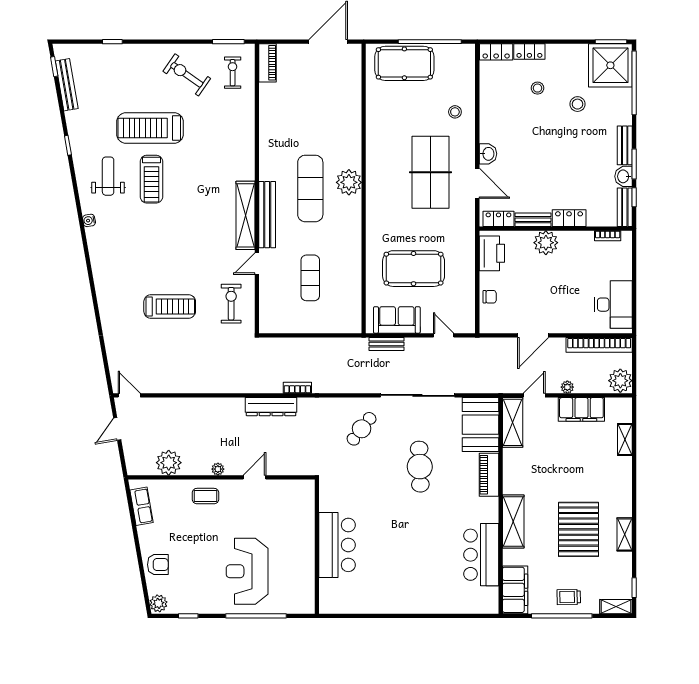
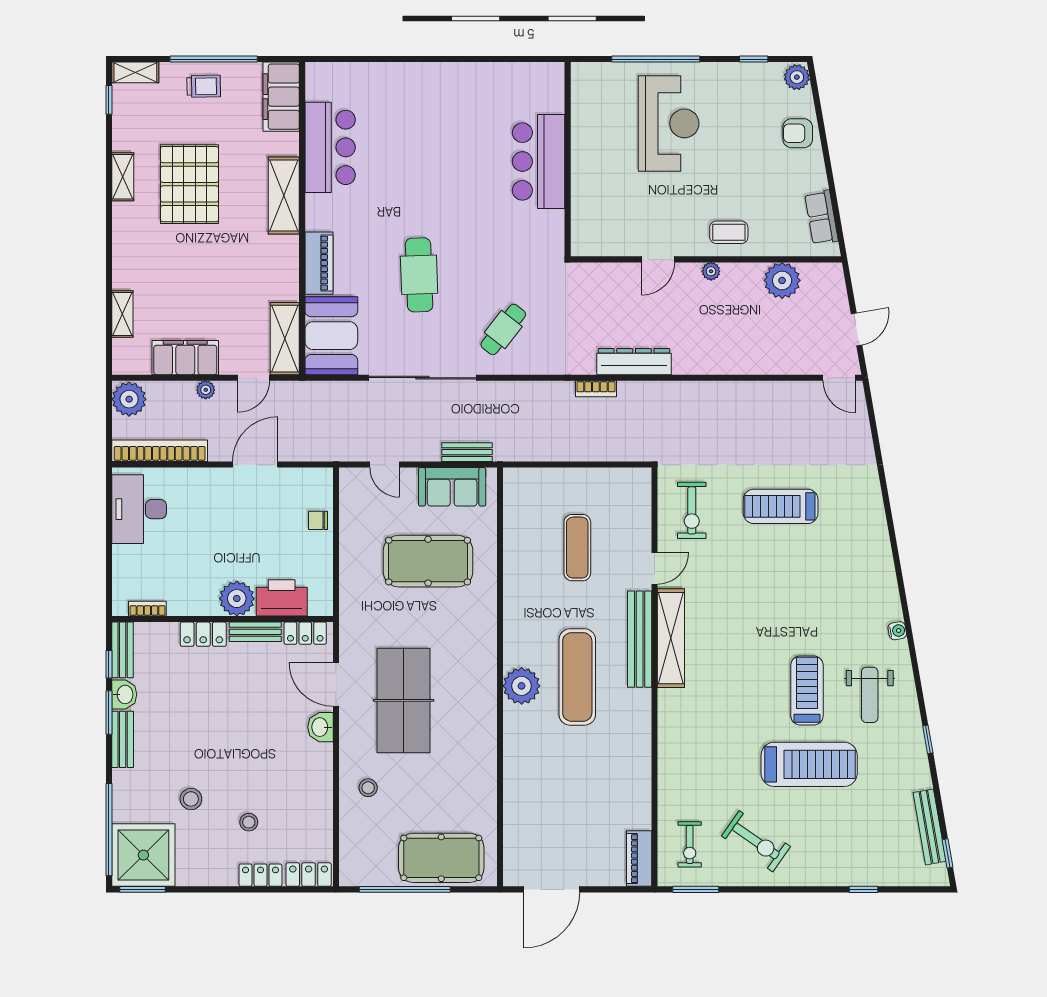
printer: (492, 253) -> (282, 598), moved, turned 90

